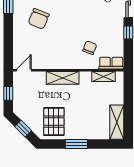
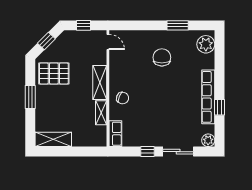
chair: (39, 19) -> (162, 57), turned 68
chair: (90, 48) -> (123, 98), moved
shelving: (103, 76) -> (101, 113), moved

